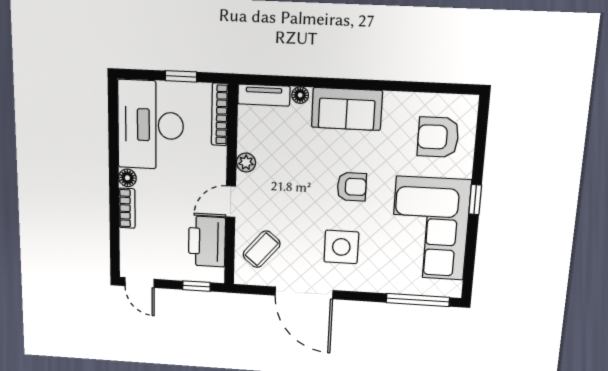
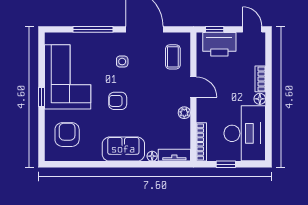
armchair: (438, 137) -> (67, 135), turned -90
door: (231, 202) -> (193, 87), hinge flipped
printer: (207, 241) -> (219, 44), moved, turned 90
side table: (341, 247) -> (122, 62), width x0.54, depth x0.54
coffee table: (262, 249) -> (173, 57), turned -40
window: (418, 300) -> (93, 29), moved

